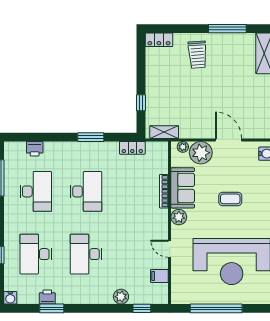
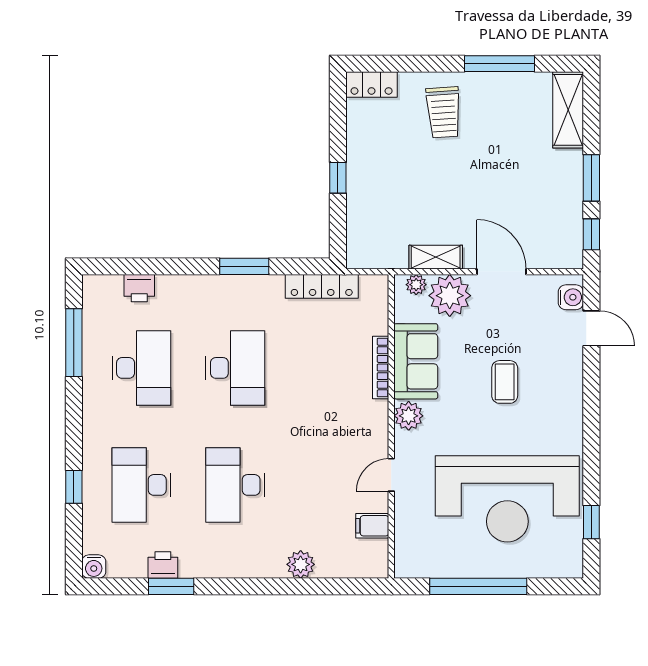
window: (141, 103) -> (338, 178), moved
shelving: (164, 132) -> (436, 257), moved
locker: (132, 148) -> (322, 286), width x1.53
coffee table: (230, 199) -> (505, 382), turned 90
door: (170, 249) -> (391, 475), hinge flipped
window: (142, 308) -> (340, 586), removed

